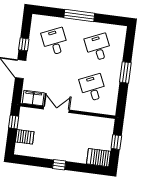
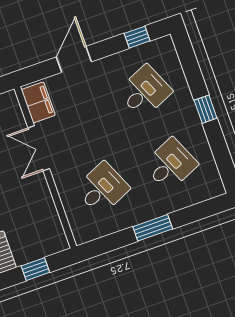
window: (79, 16) -> (206, 109), width x0.46
window: (24, 44) -> (137, 37), moved
double door: (56, 110) -> (39, 148), swing flipped

